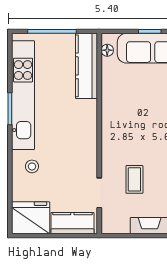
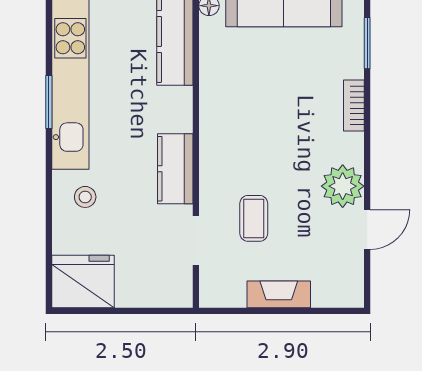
kitchen counter: (72, 223) -> (175, 169), moved, turned -90

